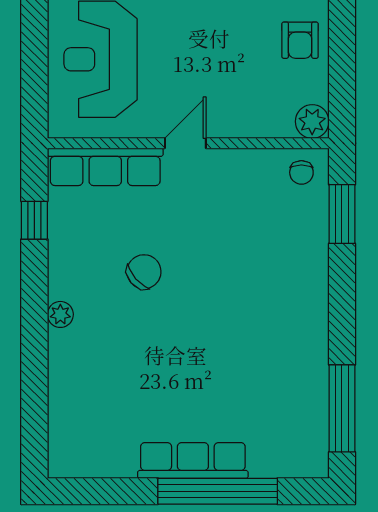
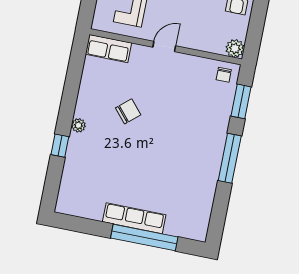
row of seats: (105, 167) -> (108, 49), width x0.68
window: (34, 220) -> (60, 146), moved
window: (342, 408) -> (230, 158), moved

